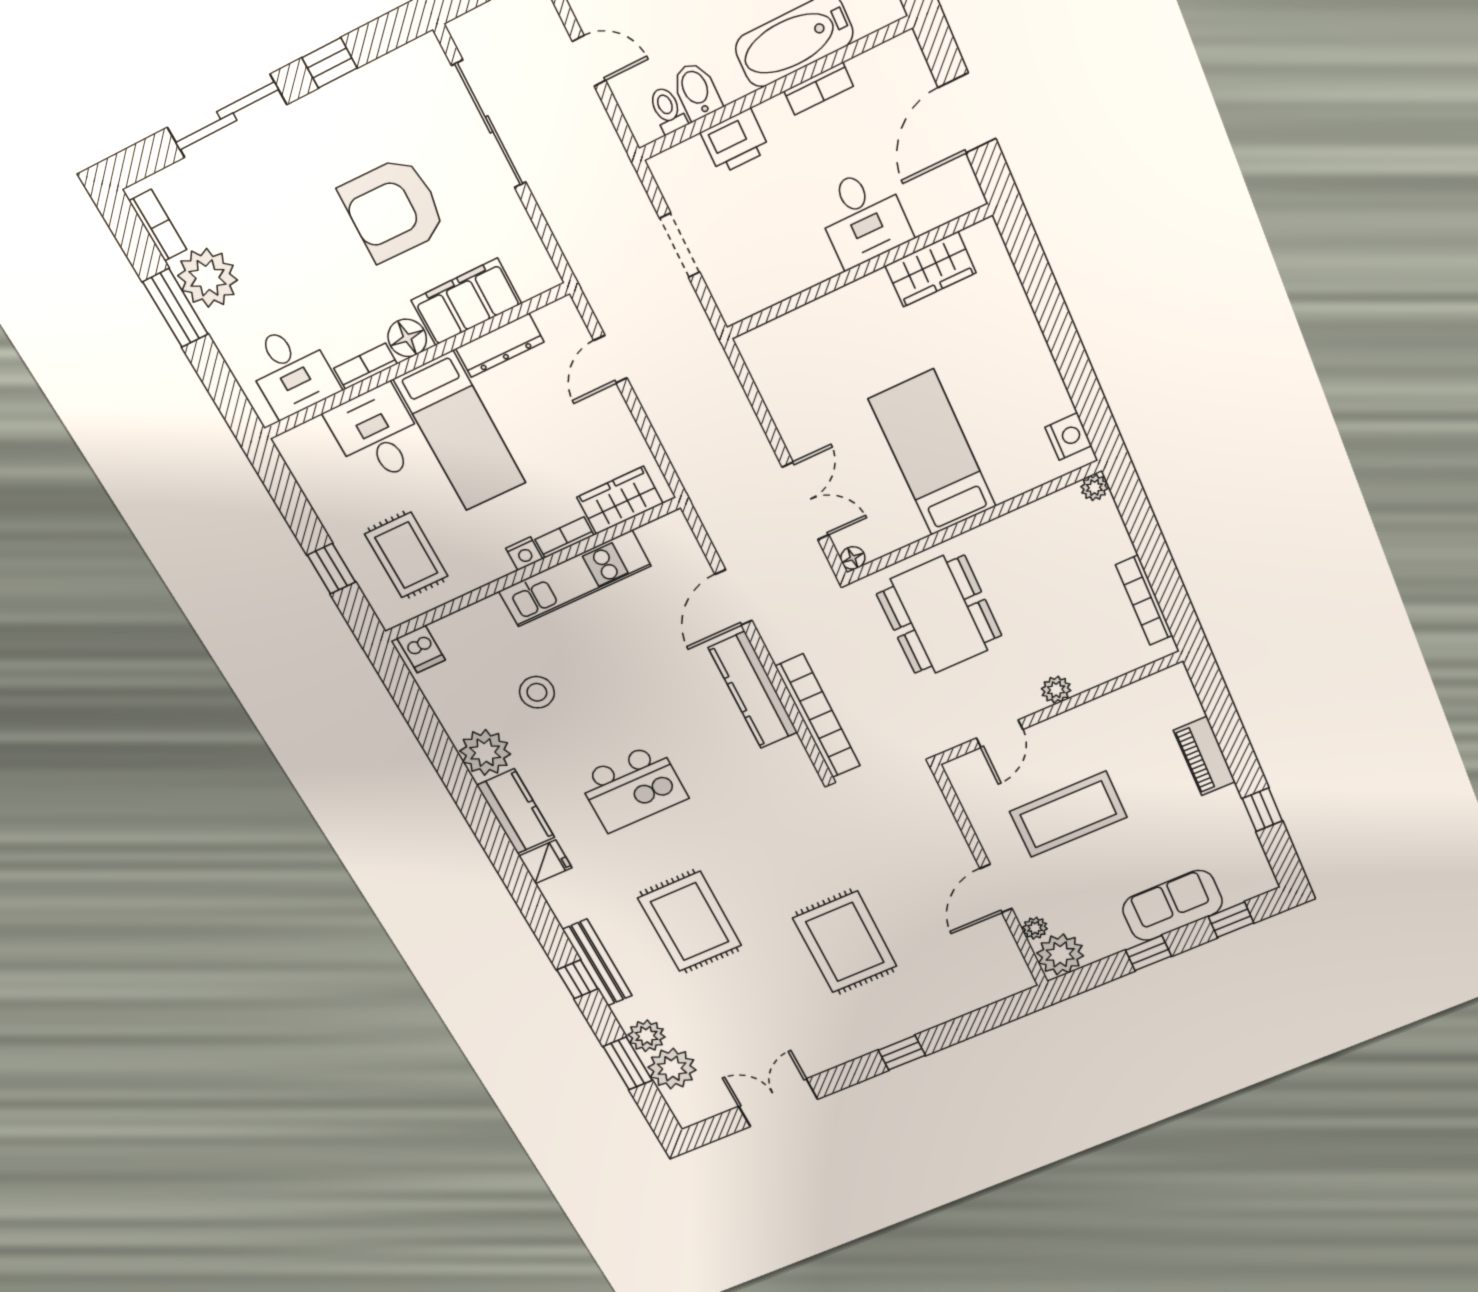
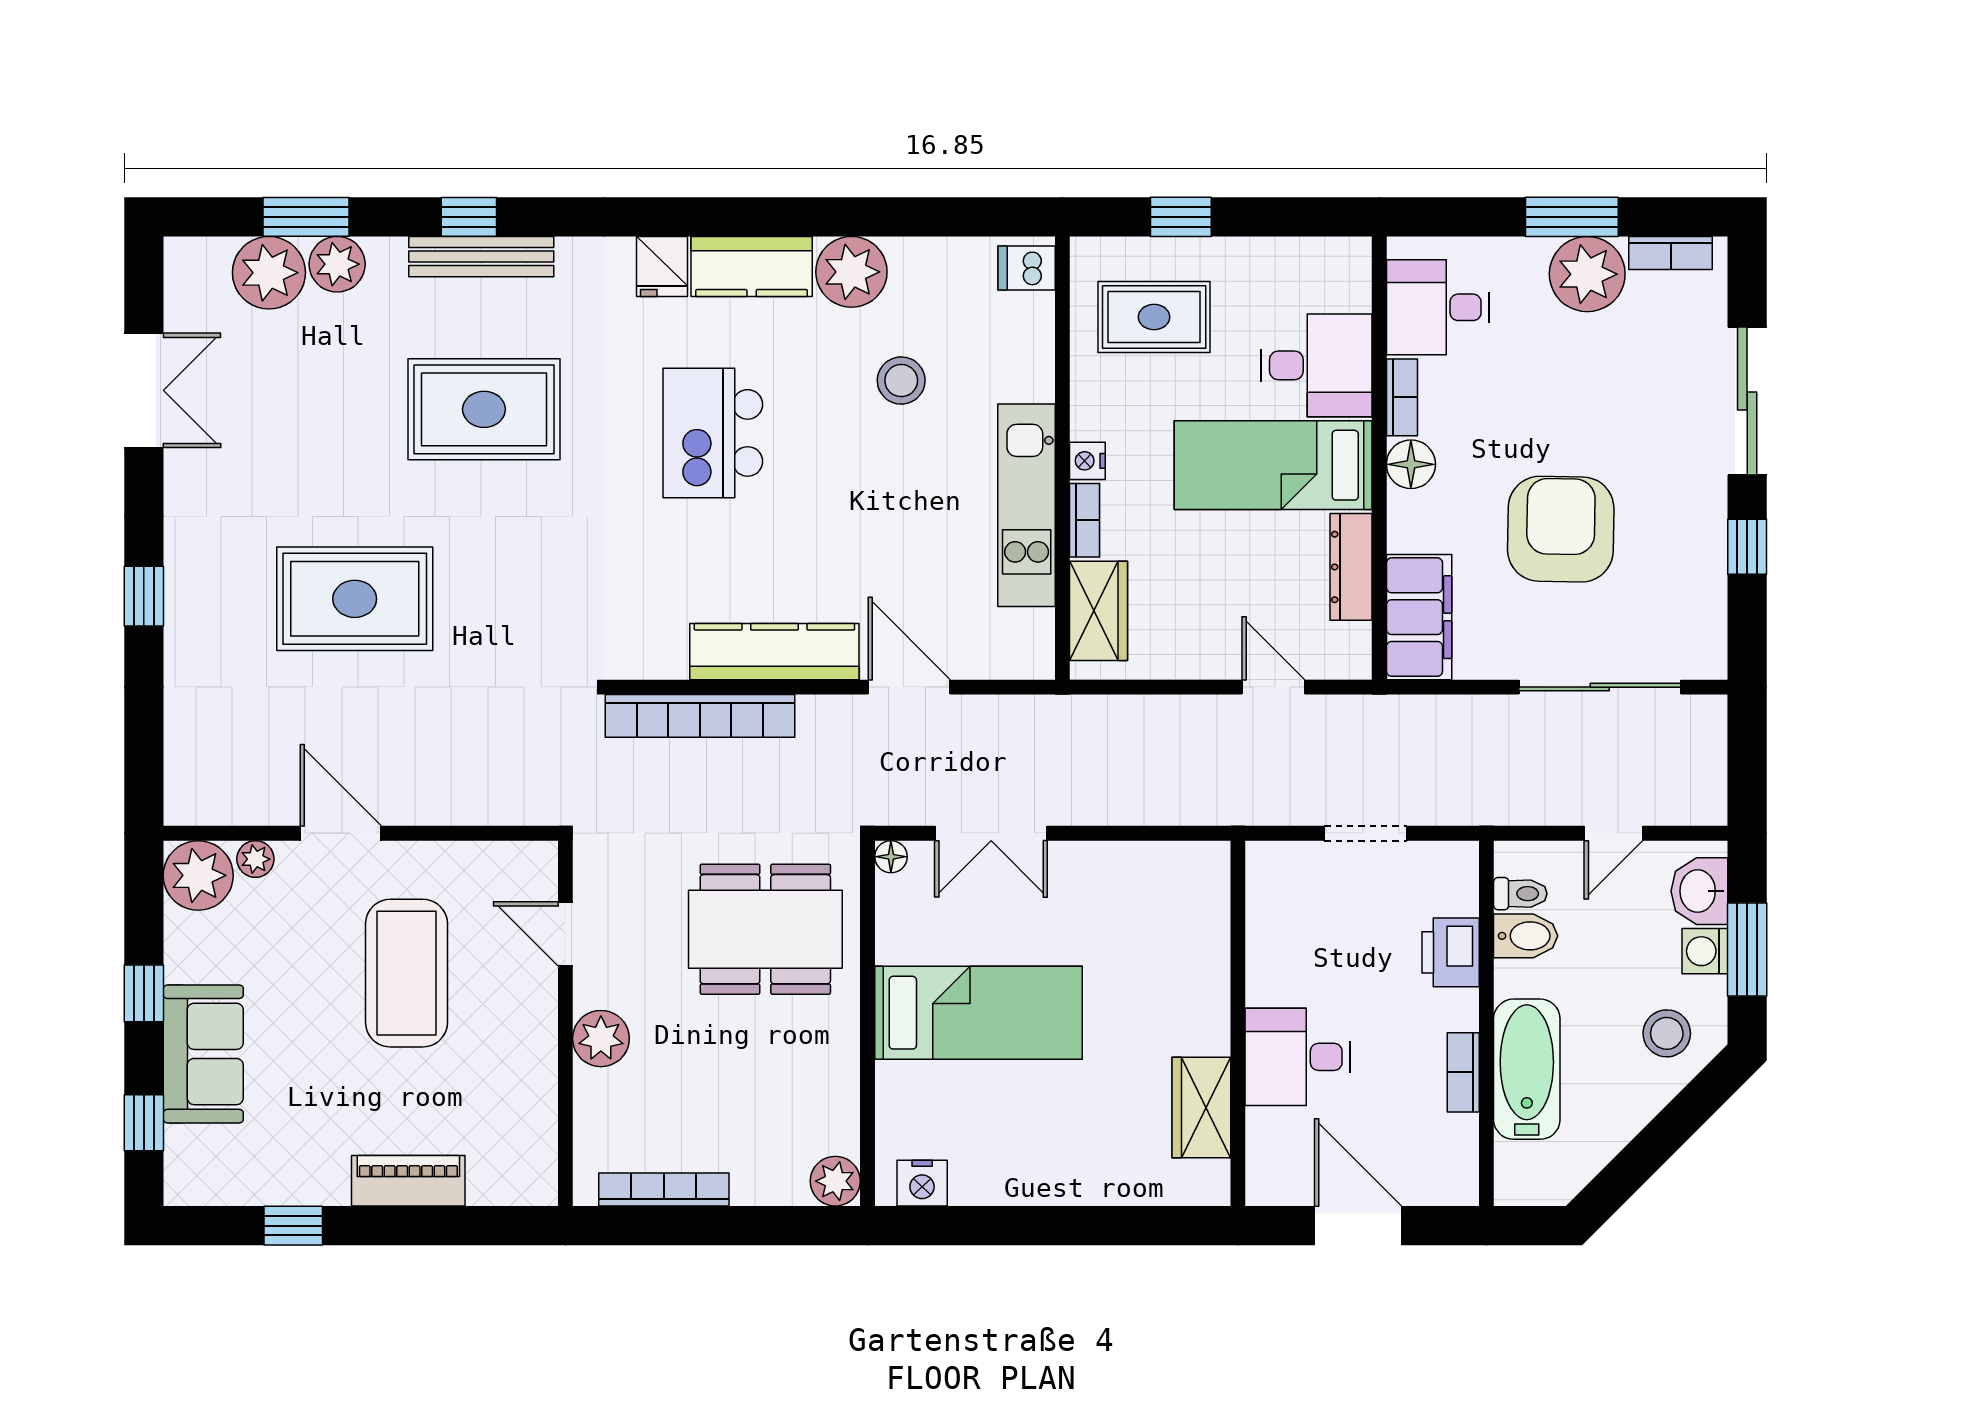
filing cabinet: (466, 302) -> (1419, 617), moved
plant: (1094, 488) -> (835, 1181), width x1.38, depth x1.38
plant: (1056, 690) -> (601, 1039), width x1.38, depth x1.38

